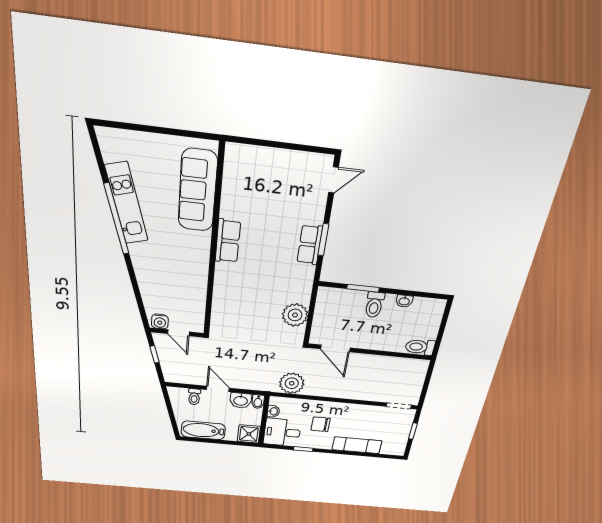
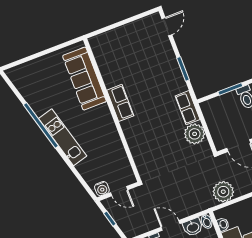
kitchen unit: (127, 203) -> (63, 137), moved
row of seats: (310, 245) -> (188, 108), moved

